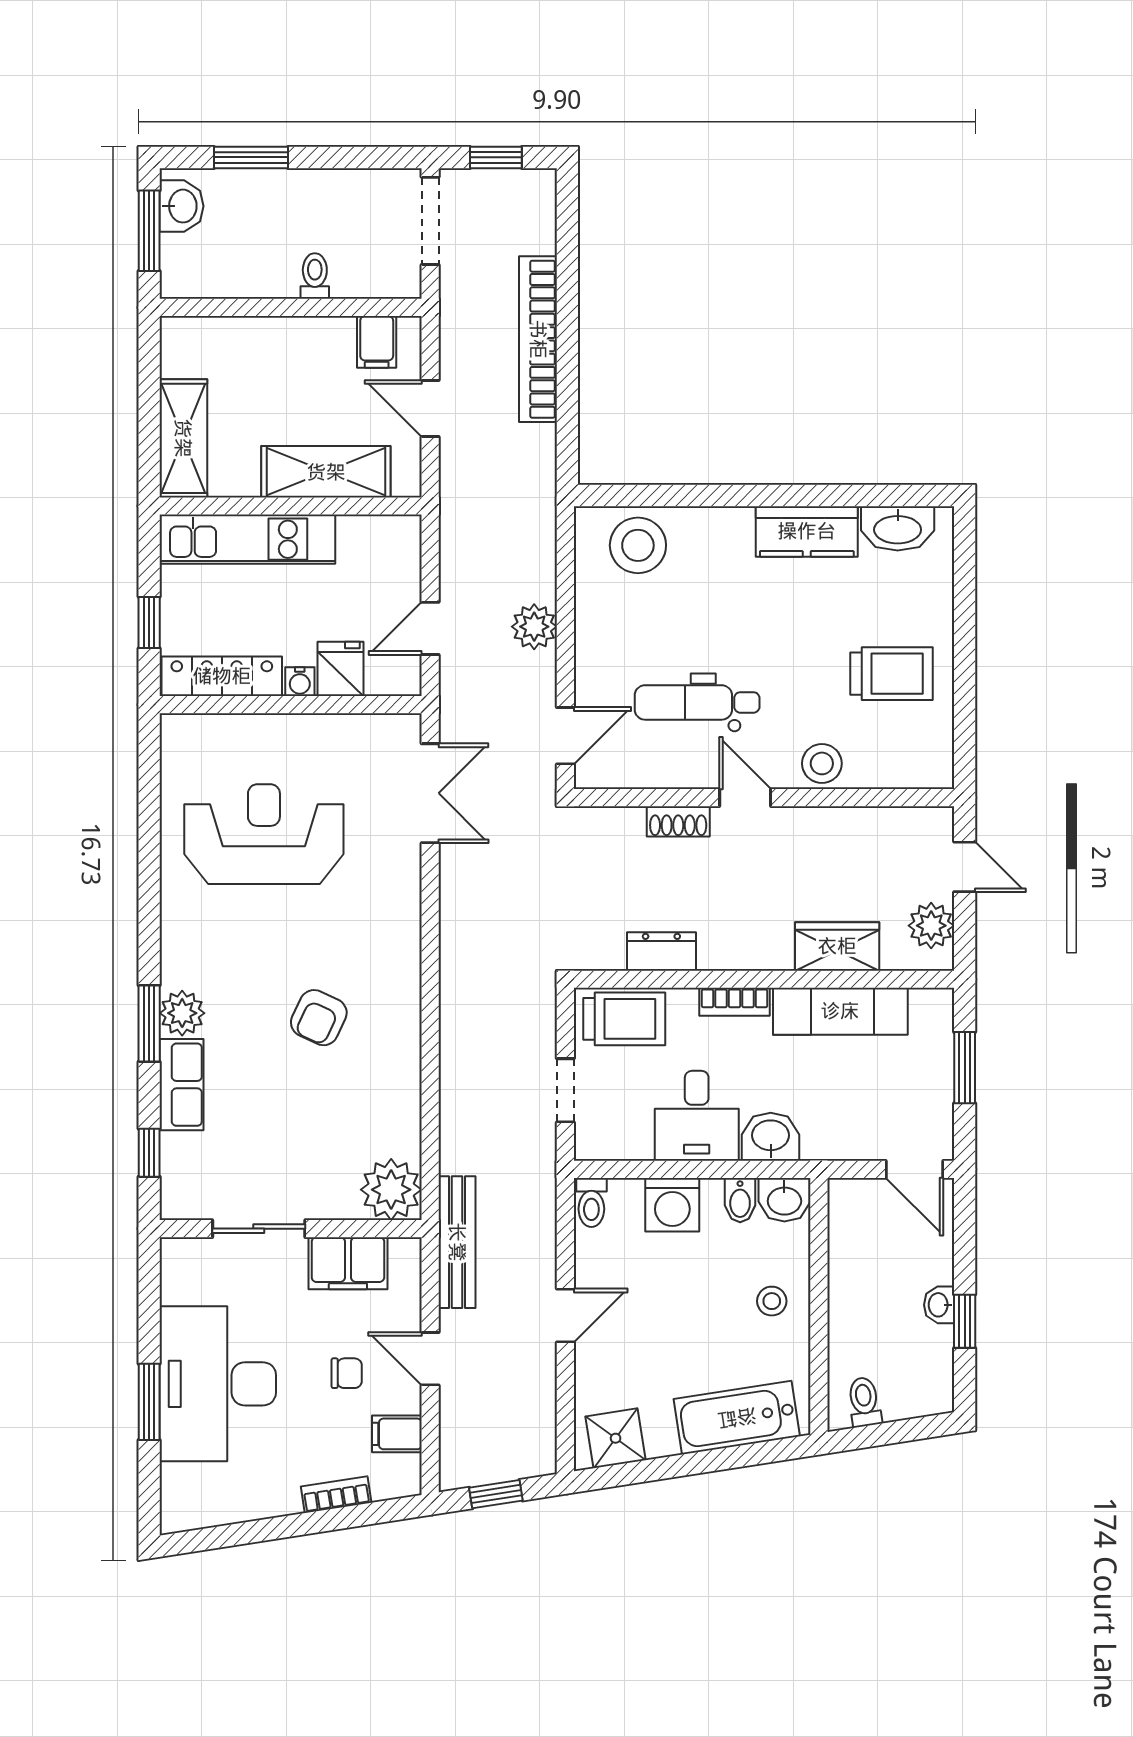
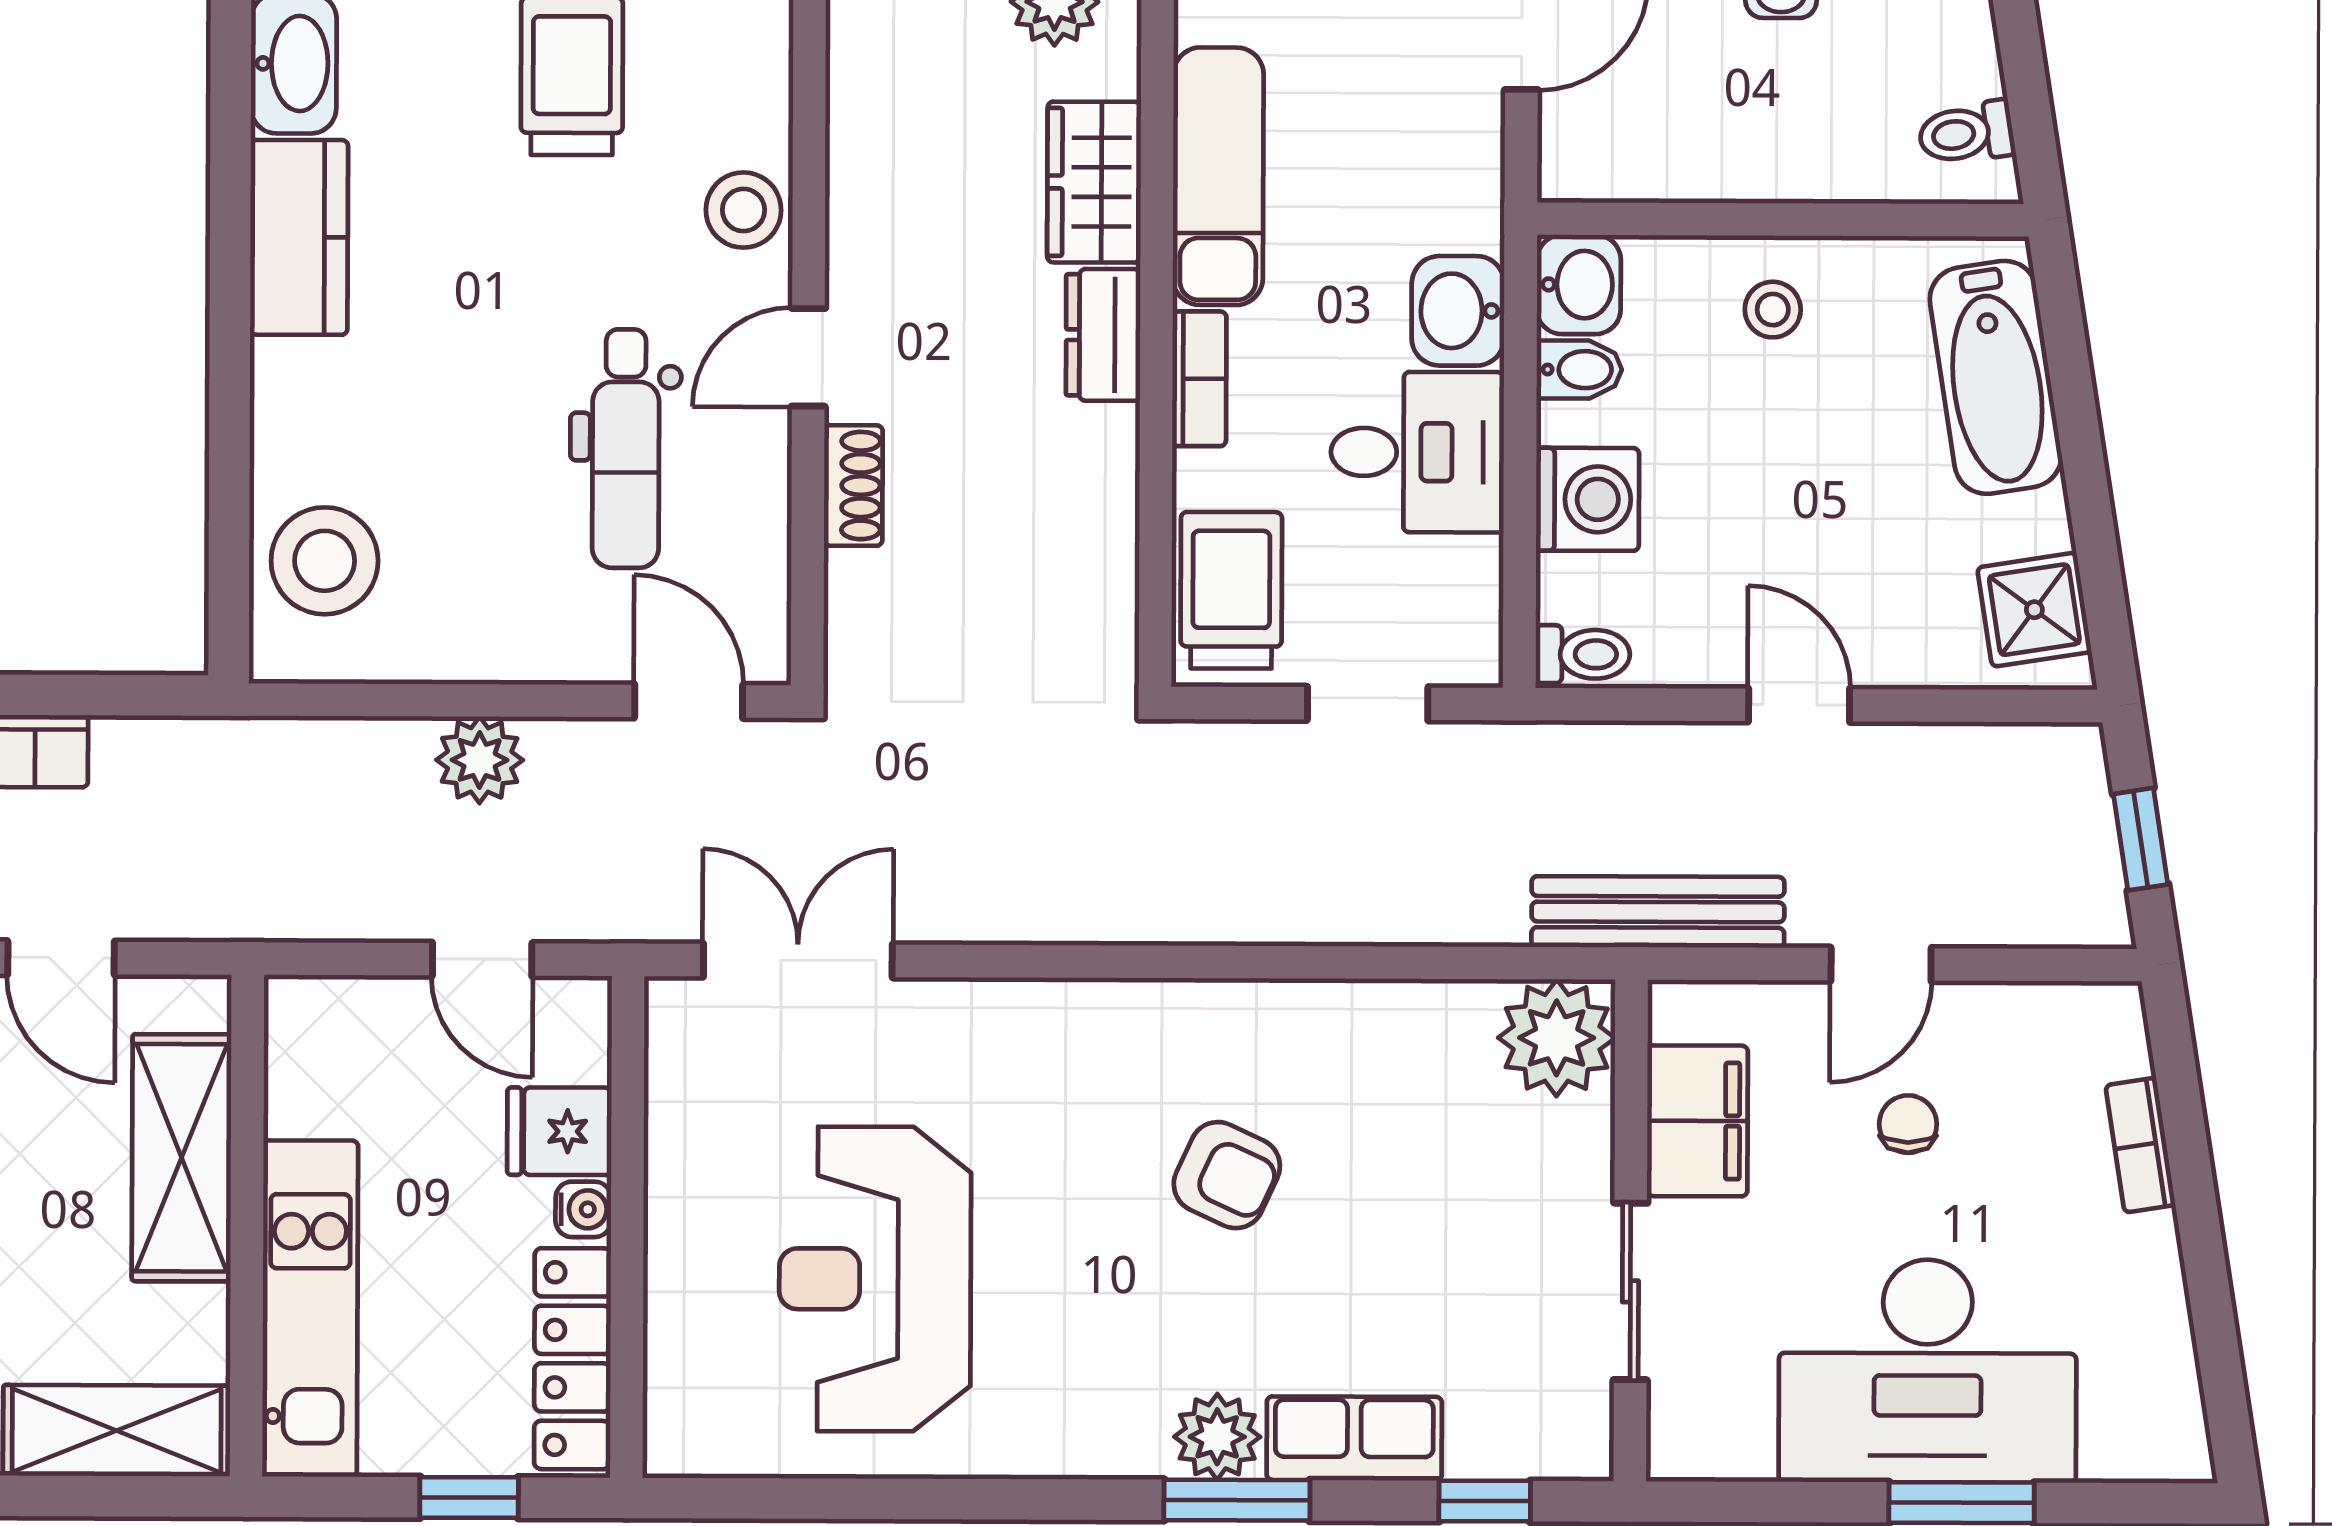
door: (430, 408) -> (61, 958), hinge flipped
dresser: (661, 951) -> (1103, 335), moved
filing cabinet: (397, 1434) -> (2025, 1028), removed

